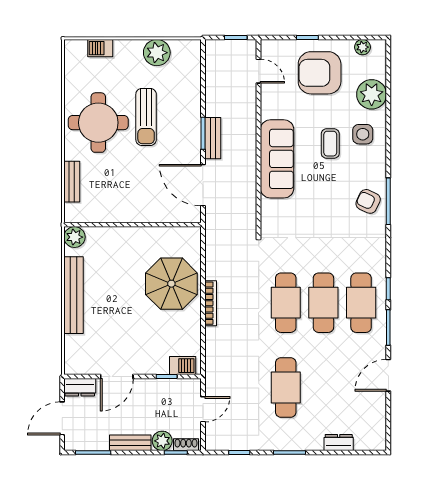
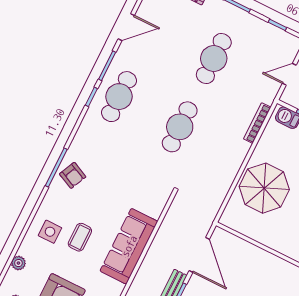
plant: (372, 94) -> (18, 263), width x0.53, depth x0.53
bookcase: (211, 303) -> (257, 123), moved
cafe table: (323, 303) -> (149, 112), removed

